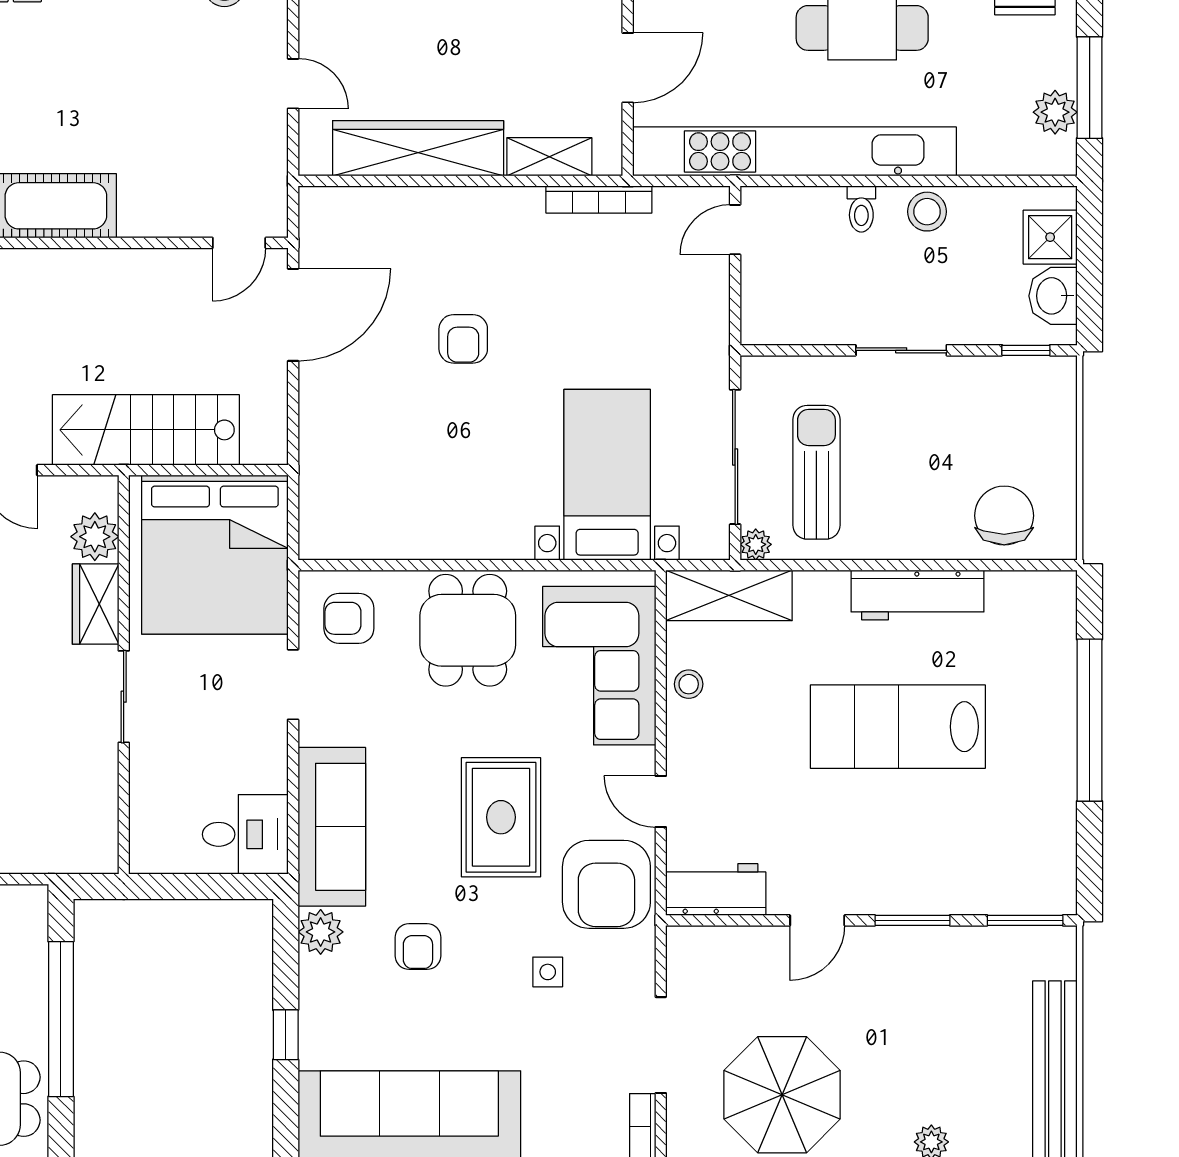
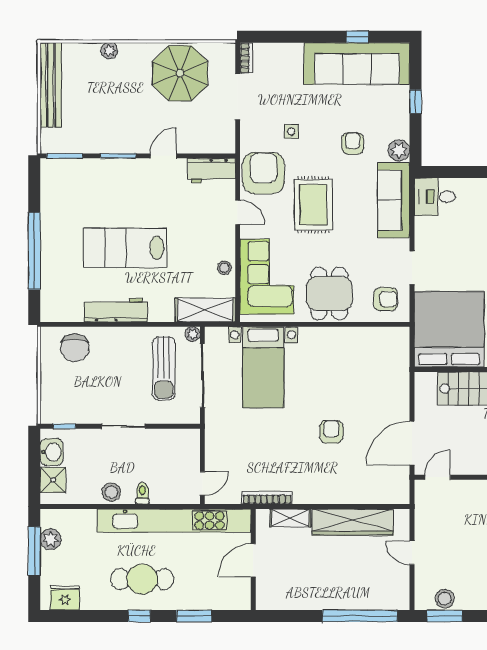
lab bench: (898, 727) -> (125, 248), turned 180

